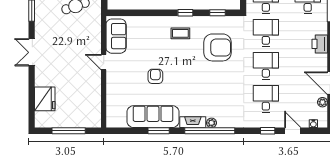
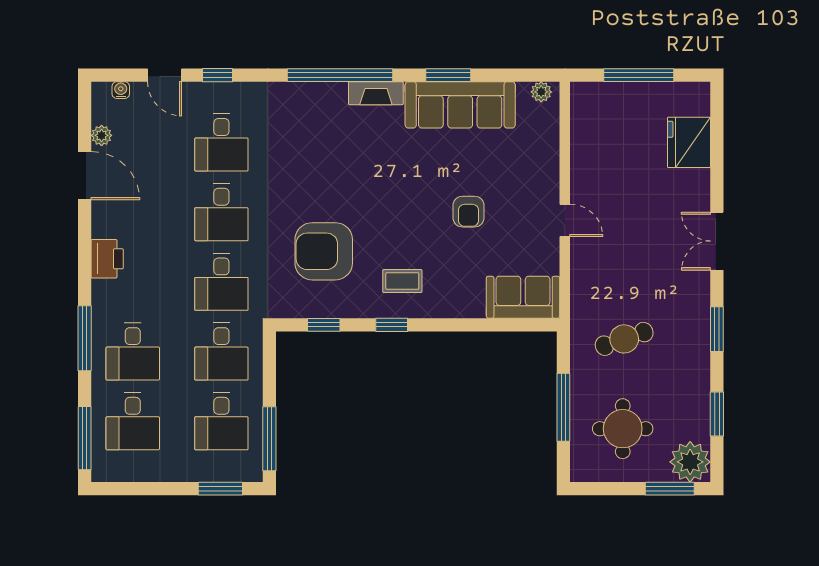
sofa: (116, 36) -> (523, 297), moved, turned 90
double door: (32, 52) -> (717, 241), swing flipped
armchair: (155, 76) -> (468, 212), moved
plant: (212, 123) -> (541, 92), moved

